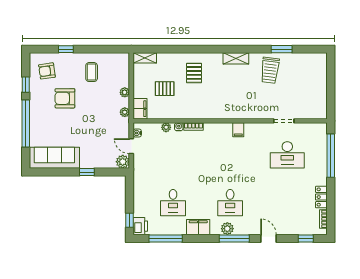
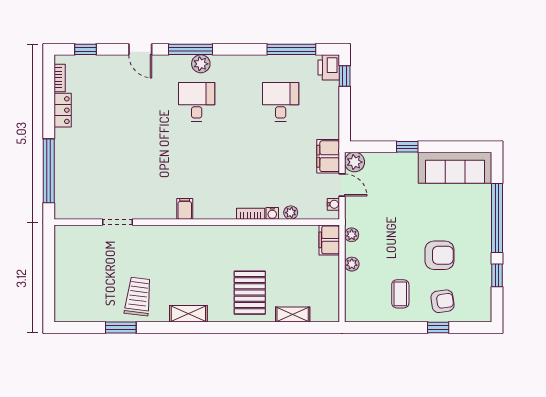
shelving: (145, 58) -> (293, 315), moved
armchair: (47, 71) -> (442, 301), moved
pallet: (194, 73) -> (250, 293), width x1.50, depth x1.42
pallet: (165, 89) -> (293, 269), removed
desk: (287, 155) -> (113, 172), removed
filing cabinet: (198, 227) -> (328, 156), moved, turned 90

